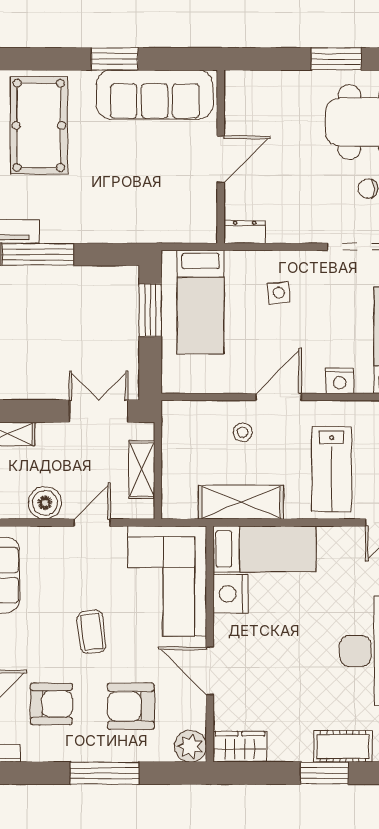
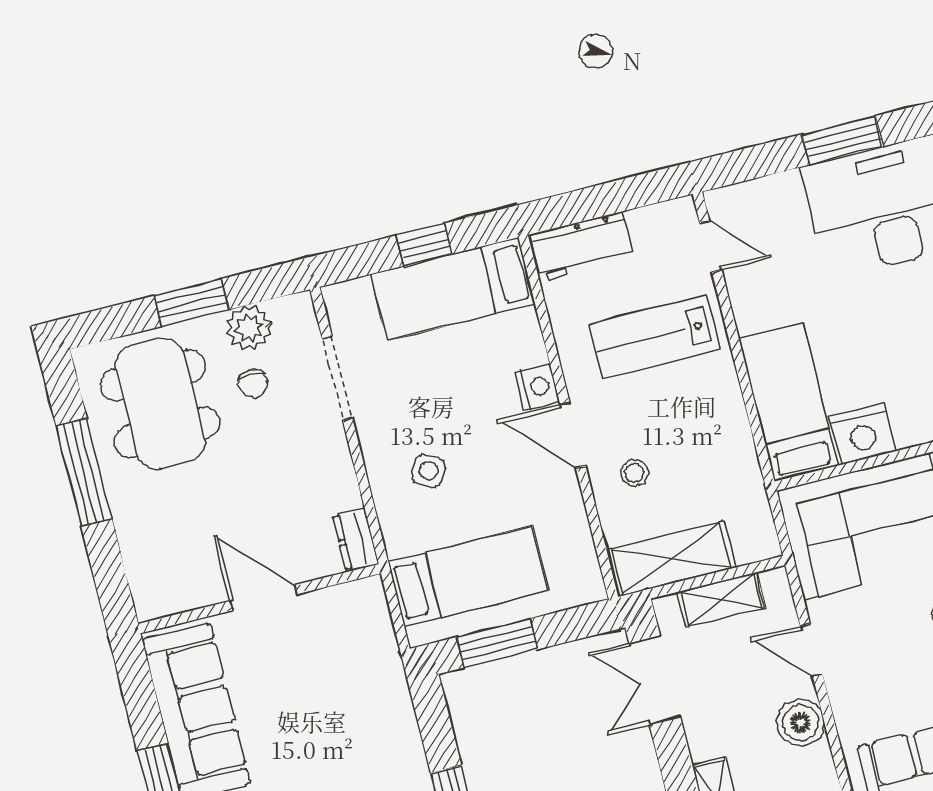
window: (336, 59) -> (84, 472), width x1.44
side table: (279, 293) -> (428, 471), turned 36
nightstand: (340, 381) -> (537, 387), moved
lab bench: (332, 469) -> (654, 337), turned 180
shelving: (241, 502) -> (671, 559), moved, turned 90

